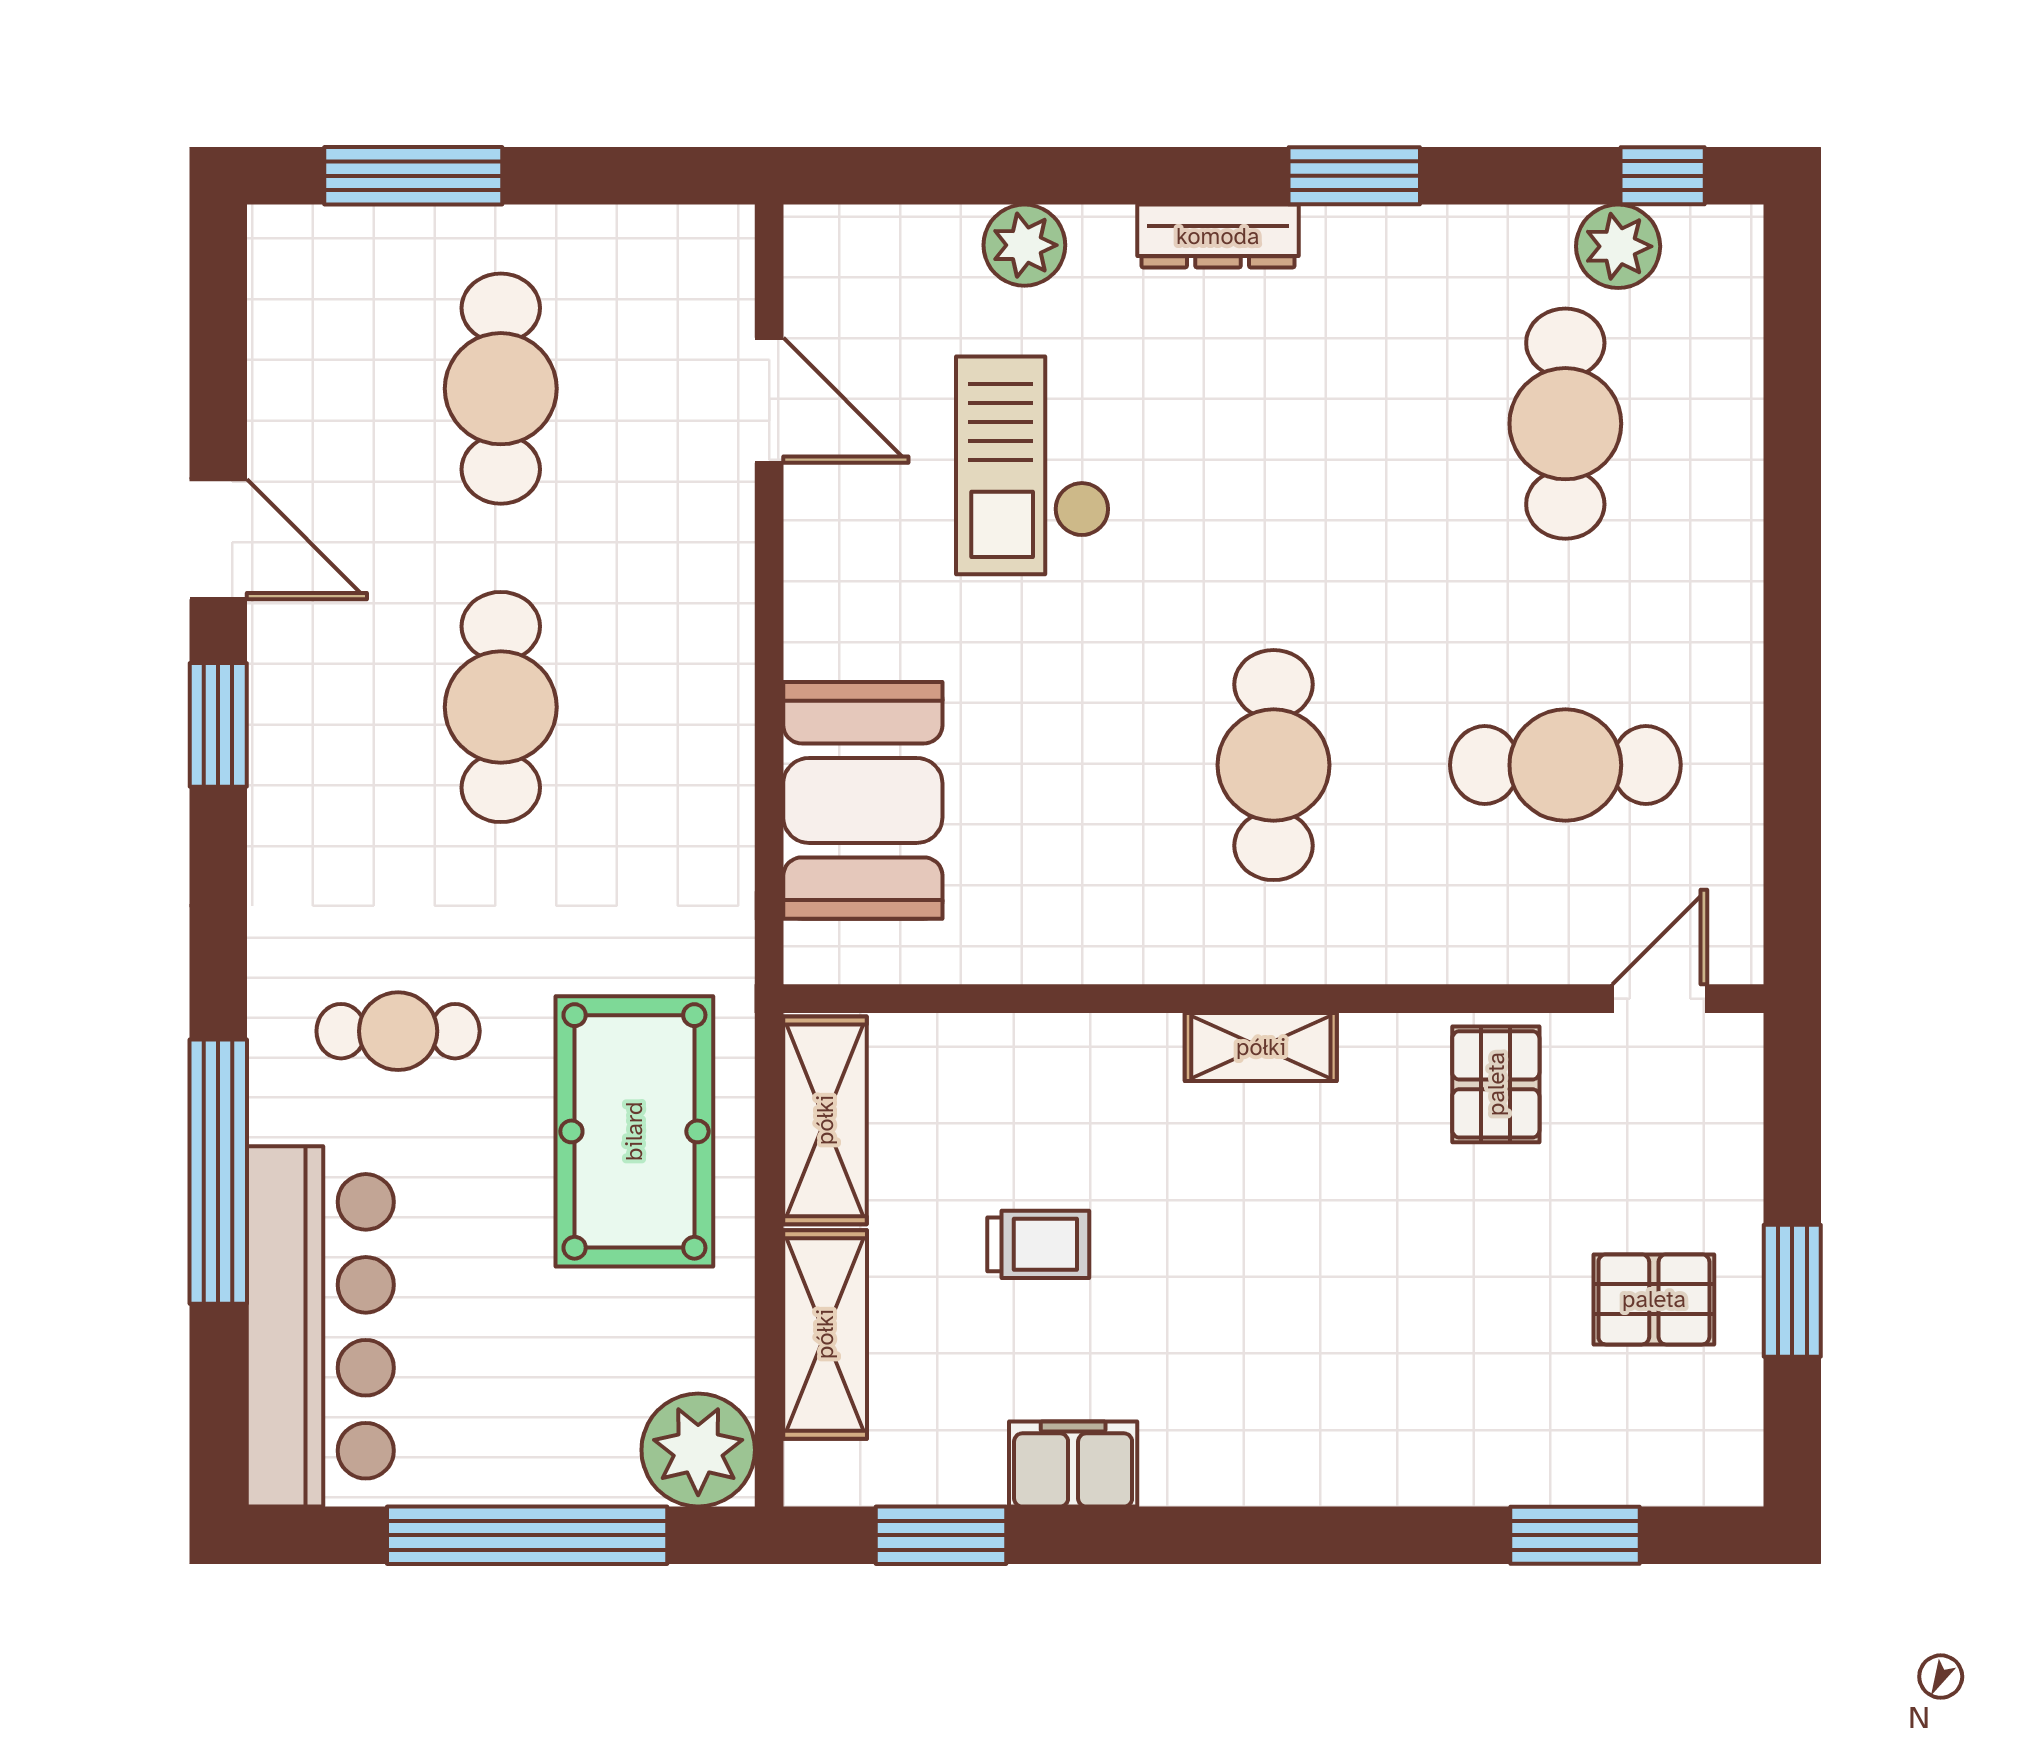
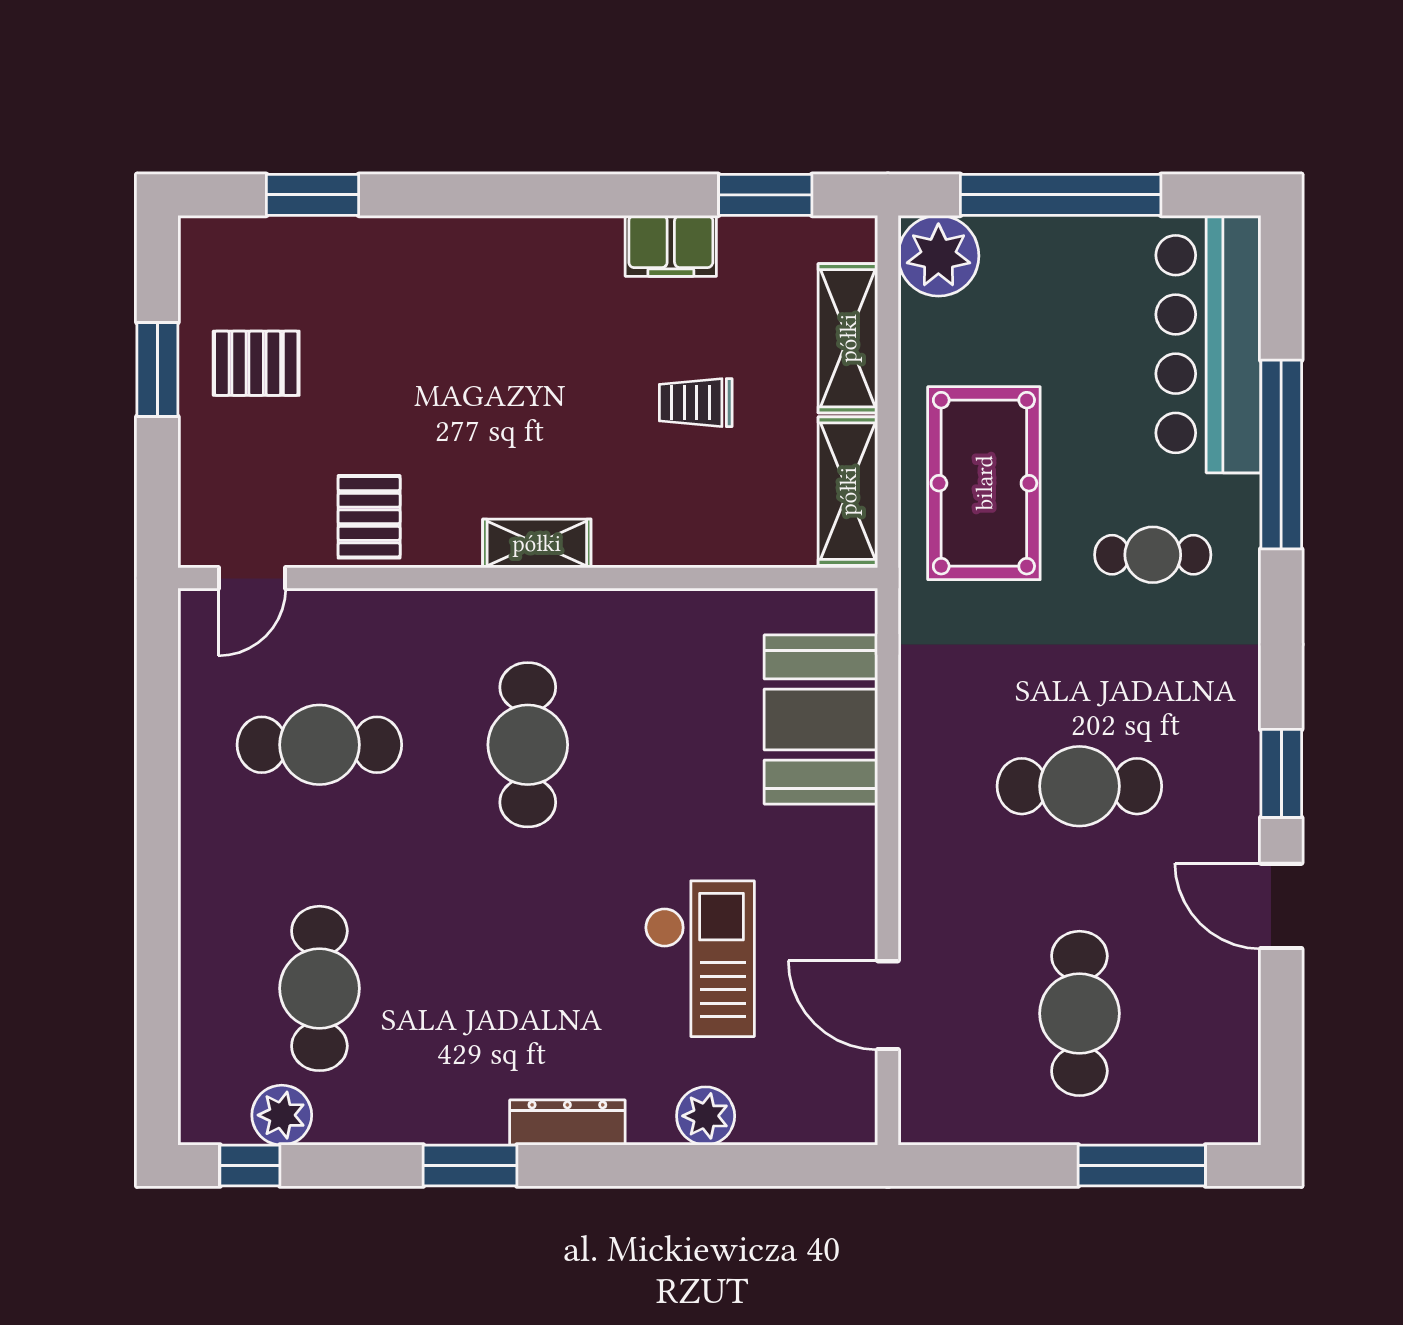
cafe table: (501, 707) -> (1079, 786), turned 90

